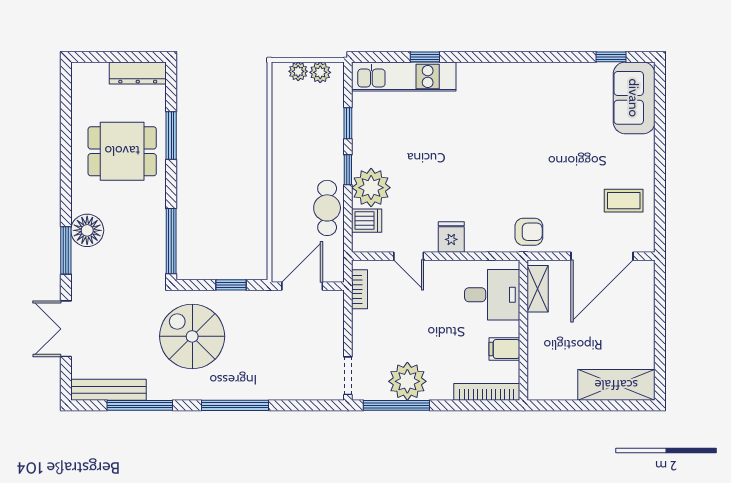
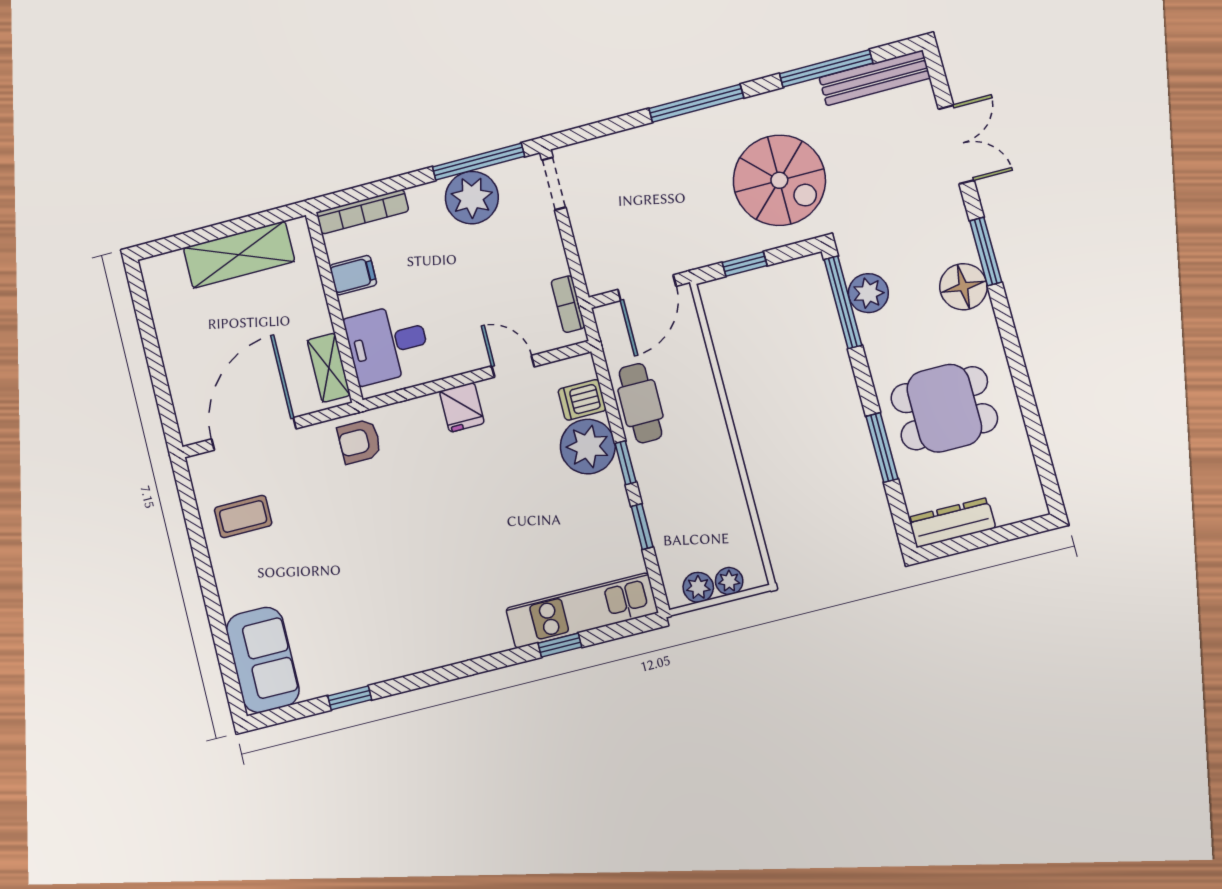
window: (611, 57) -> (350, 698), moved
plant: (152, 243) -> (868, 293), added
shelving: (616, 385) -> (239, 255), moved

